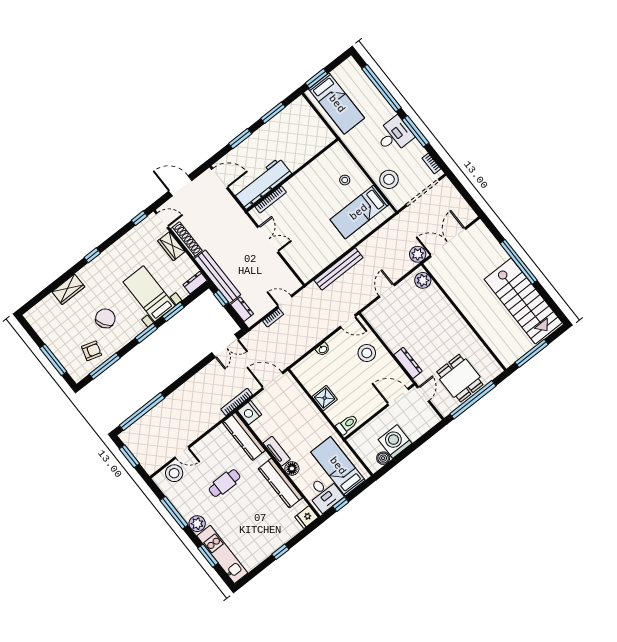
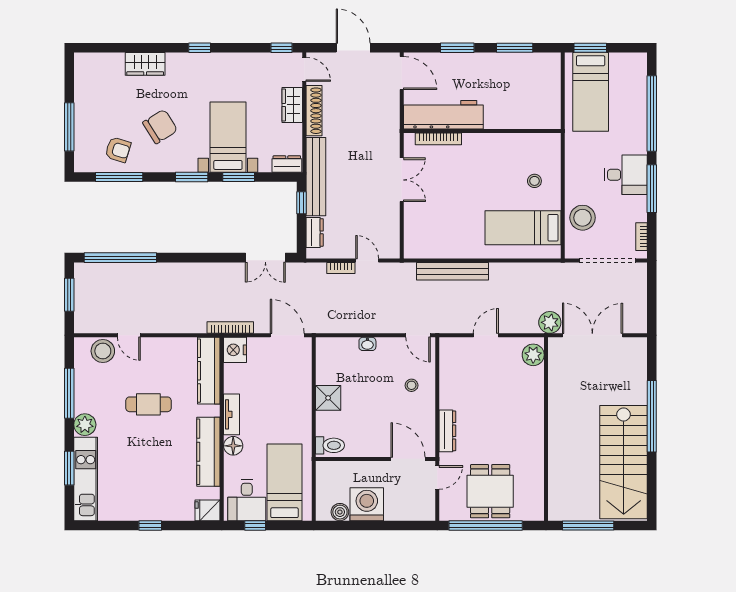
stool: (367, 353) -> (412, 385), width x0.53, depth x0.53

